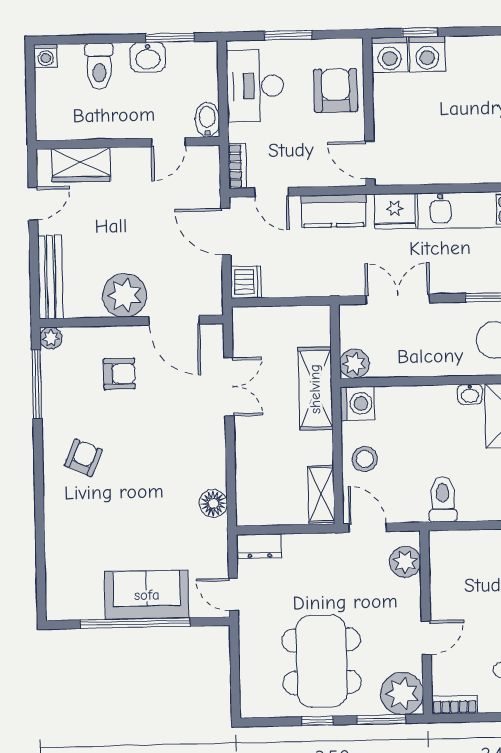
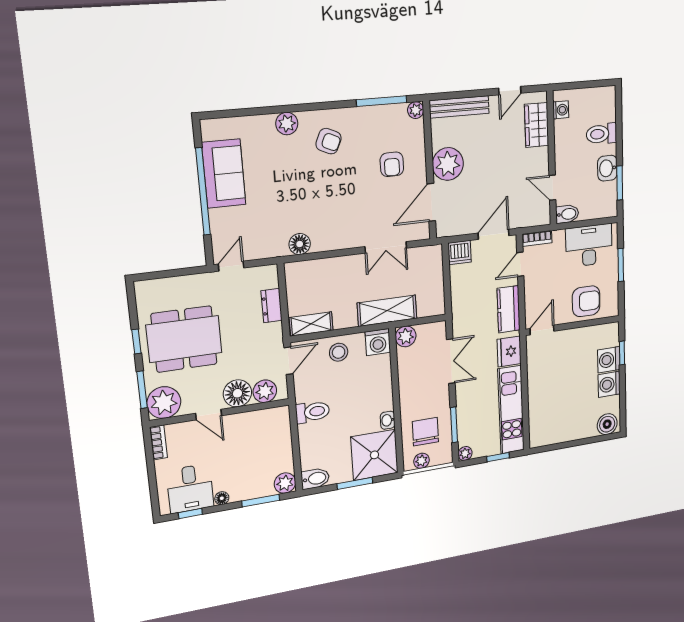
washing machine: (390, 55) -> (609, 384), moved
washing machine: (46, 56) -> (561, 110), moved, turned 180
door: (33, 204) -> (510, 91), hinge flipped
plant: (58, 511) -> (287, 124), added
dresser: (260, 546) -> (272, 306), moved
sofa: (147, 595) -> (224, 174), moved
floor lamp: (403, 598) -> (237, 393), added

